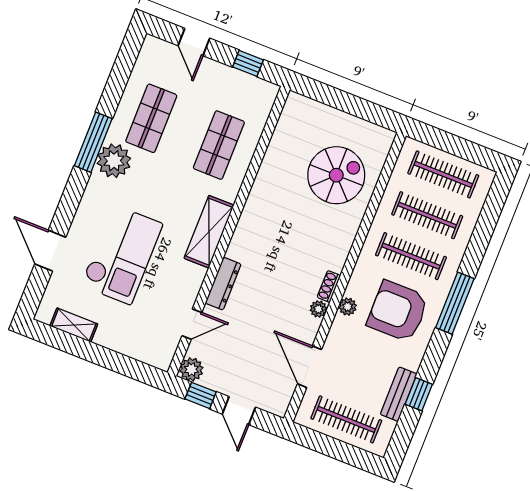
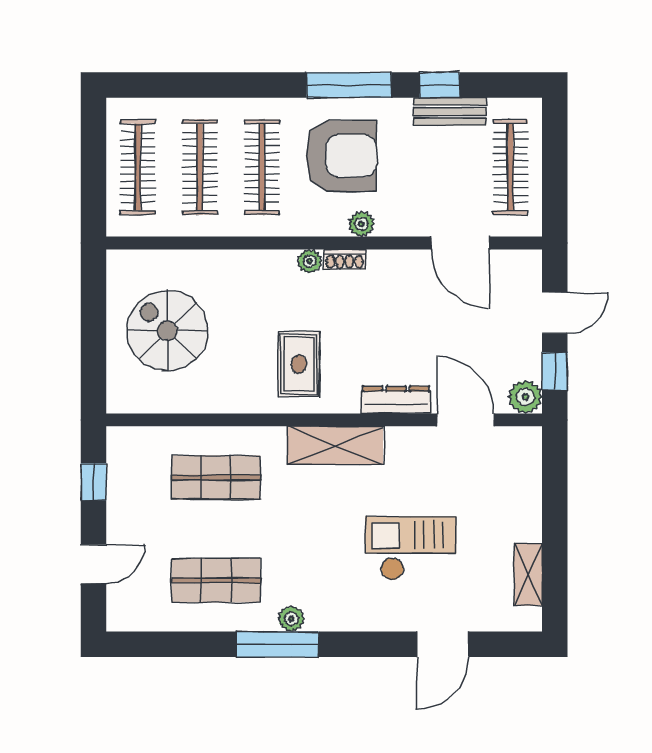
plant: (114, 161) -> (291, 619), width x0.53, depth x0.53
spiral stairs: (336, 175) -> (168, 331), moved
rug: (272, 229) -> (299, 364), added
checkout: (122, 255) -> (411, 548), width x0.73, depth x0.83
window: (455, 303) -> (349, 85), moved
plant: (318, 309) -> (309, 261), moved
armchair: (398, 311) -> (341, 156), turned -90
door: (192, 324) -> (466, 420), width x1.38
door: (309, 367) -> (460, 243), hinge flipped

